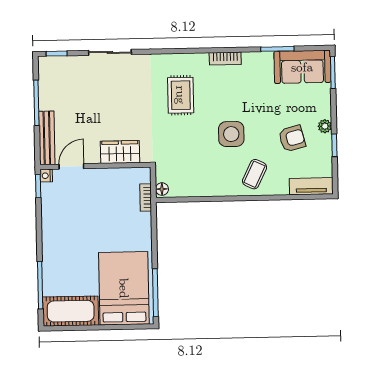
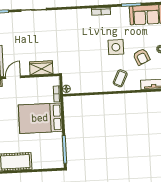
rug: (181, 95) -> (76, 34), removed
side table: (231, 134) -> (116, 47), moved
armchair: (292, 138) -> (141, 57), turned 81
bed: (124, 288) -> (40, 118), moved, turned -90

